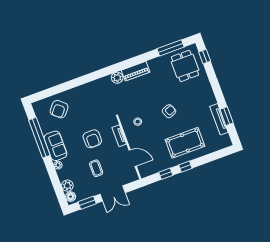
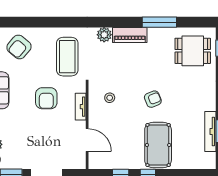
window: (170, 48) -> (159, 22), moved
dining table: (185, 66) -> (193, 51), turned 90
pool table: (185, 143) -> (158, 145), turned 90
coffee table: (96, 168) -> (67, 57), moved, width x1.86, depth x1.72

